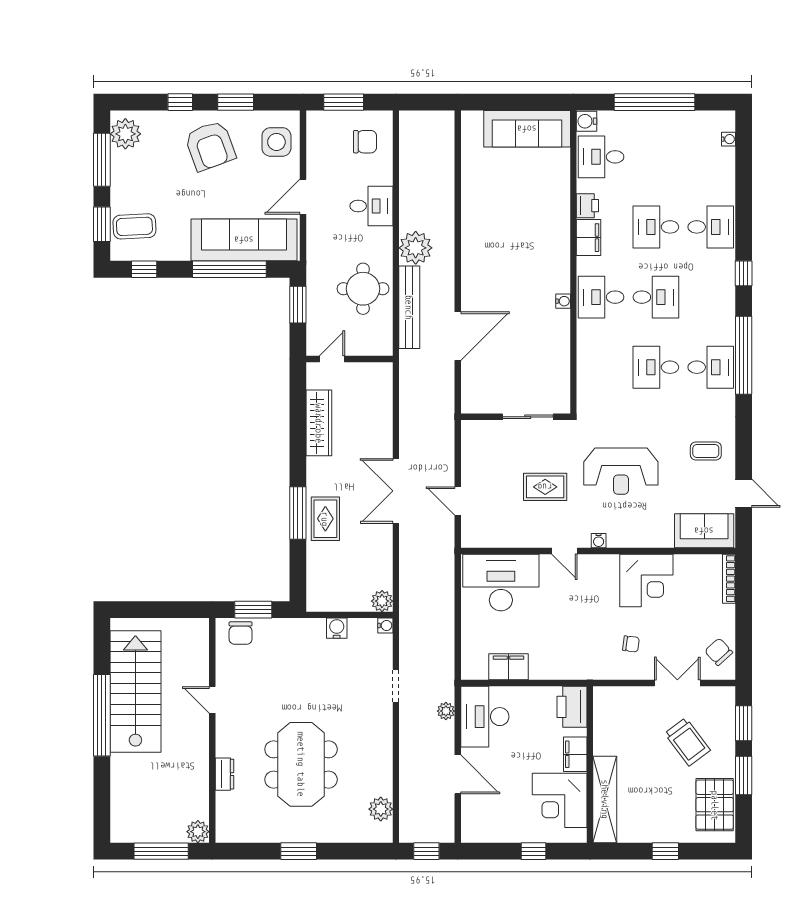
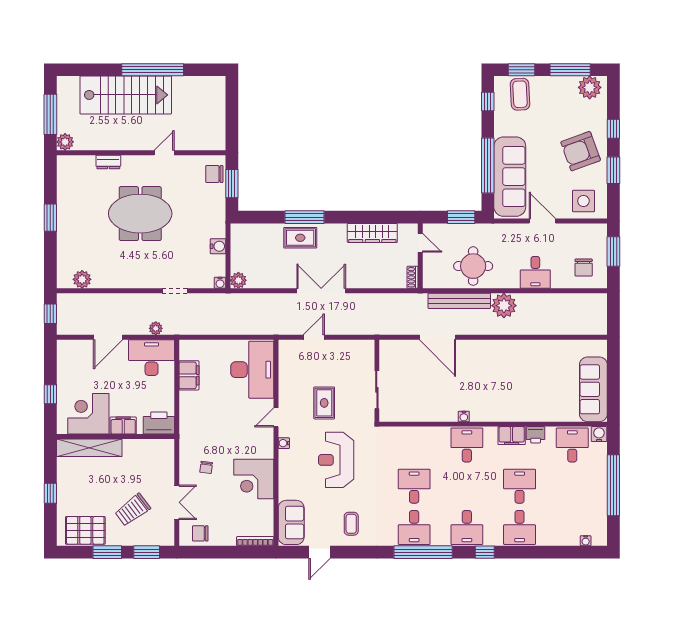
desk: (656, 297) -> (467, 527), moved
shoe rack: (378, 369) -> (413, 277), added
chair: (719, 652) -> (200, 533), turned -138
stairs: (135, 691) -> (126, 95), moved
meeting table: (301, 764) -> (140, 214), moved

